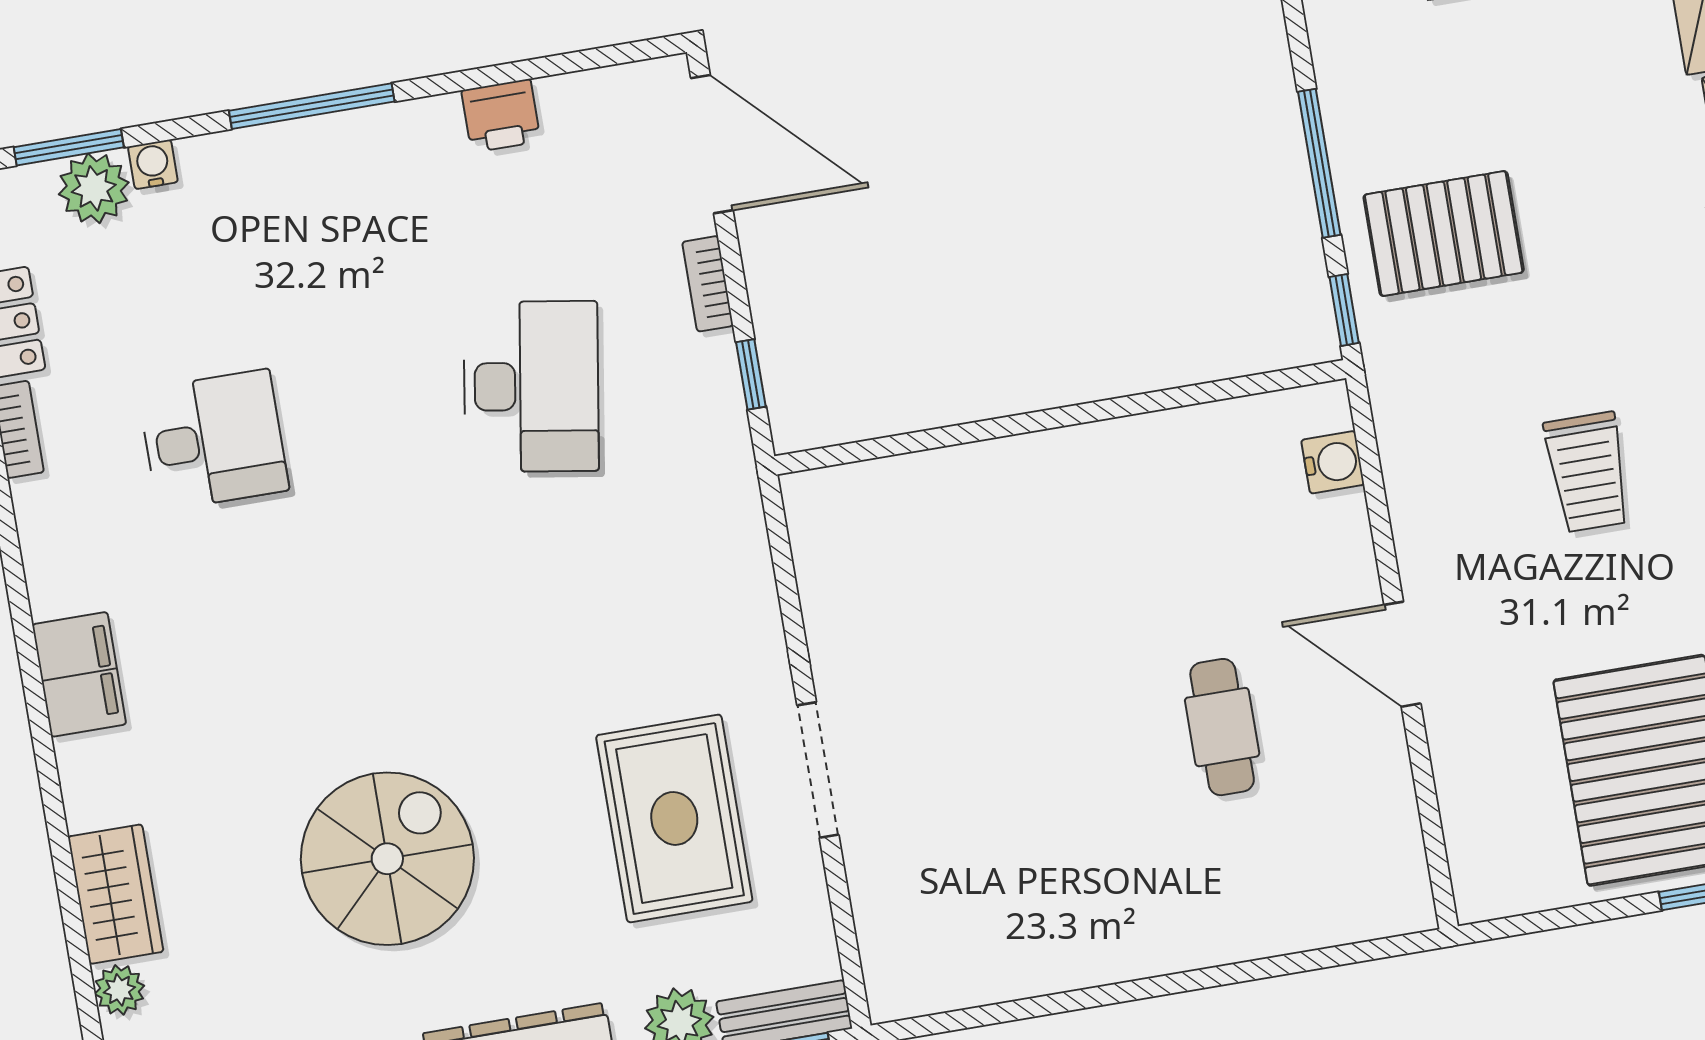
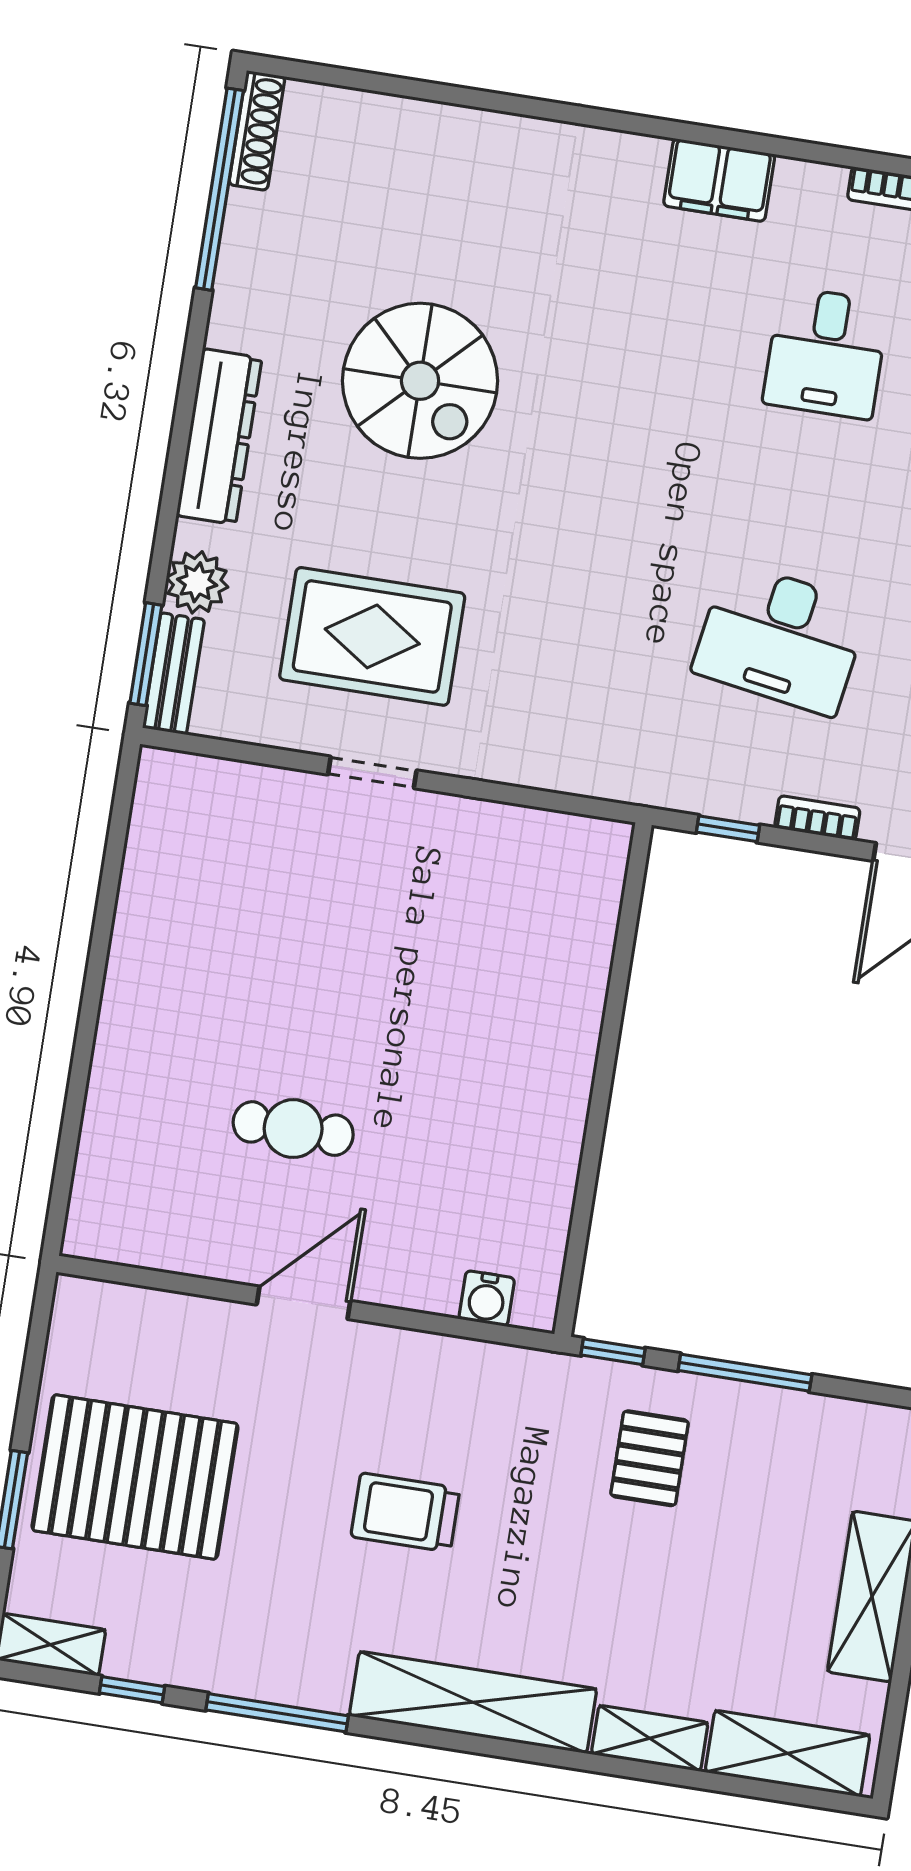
pallet: (1444, 234) -> (650, 1458), width x0.67, depth x0.71
filing cabinet: (79, 674) -> (719, 180), moved
doorway: (818, 770) -> (372, 772), width x0.73
wardrobe: (116, 894) -> (468, 140), removed
plant: (119, 990) -> (385, 115), removed

